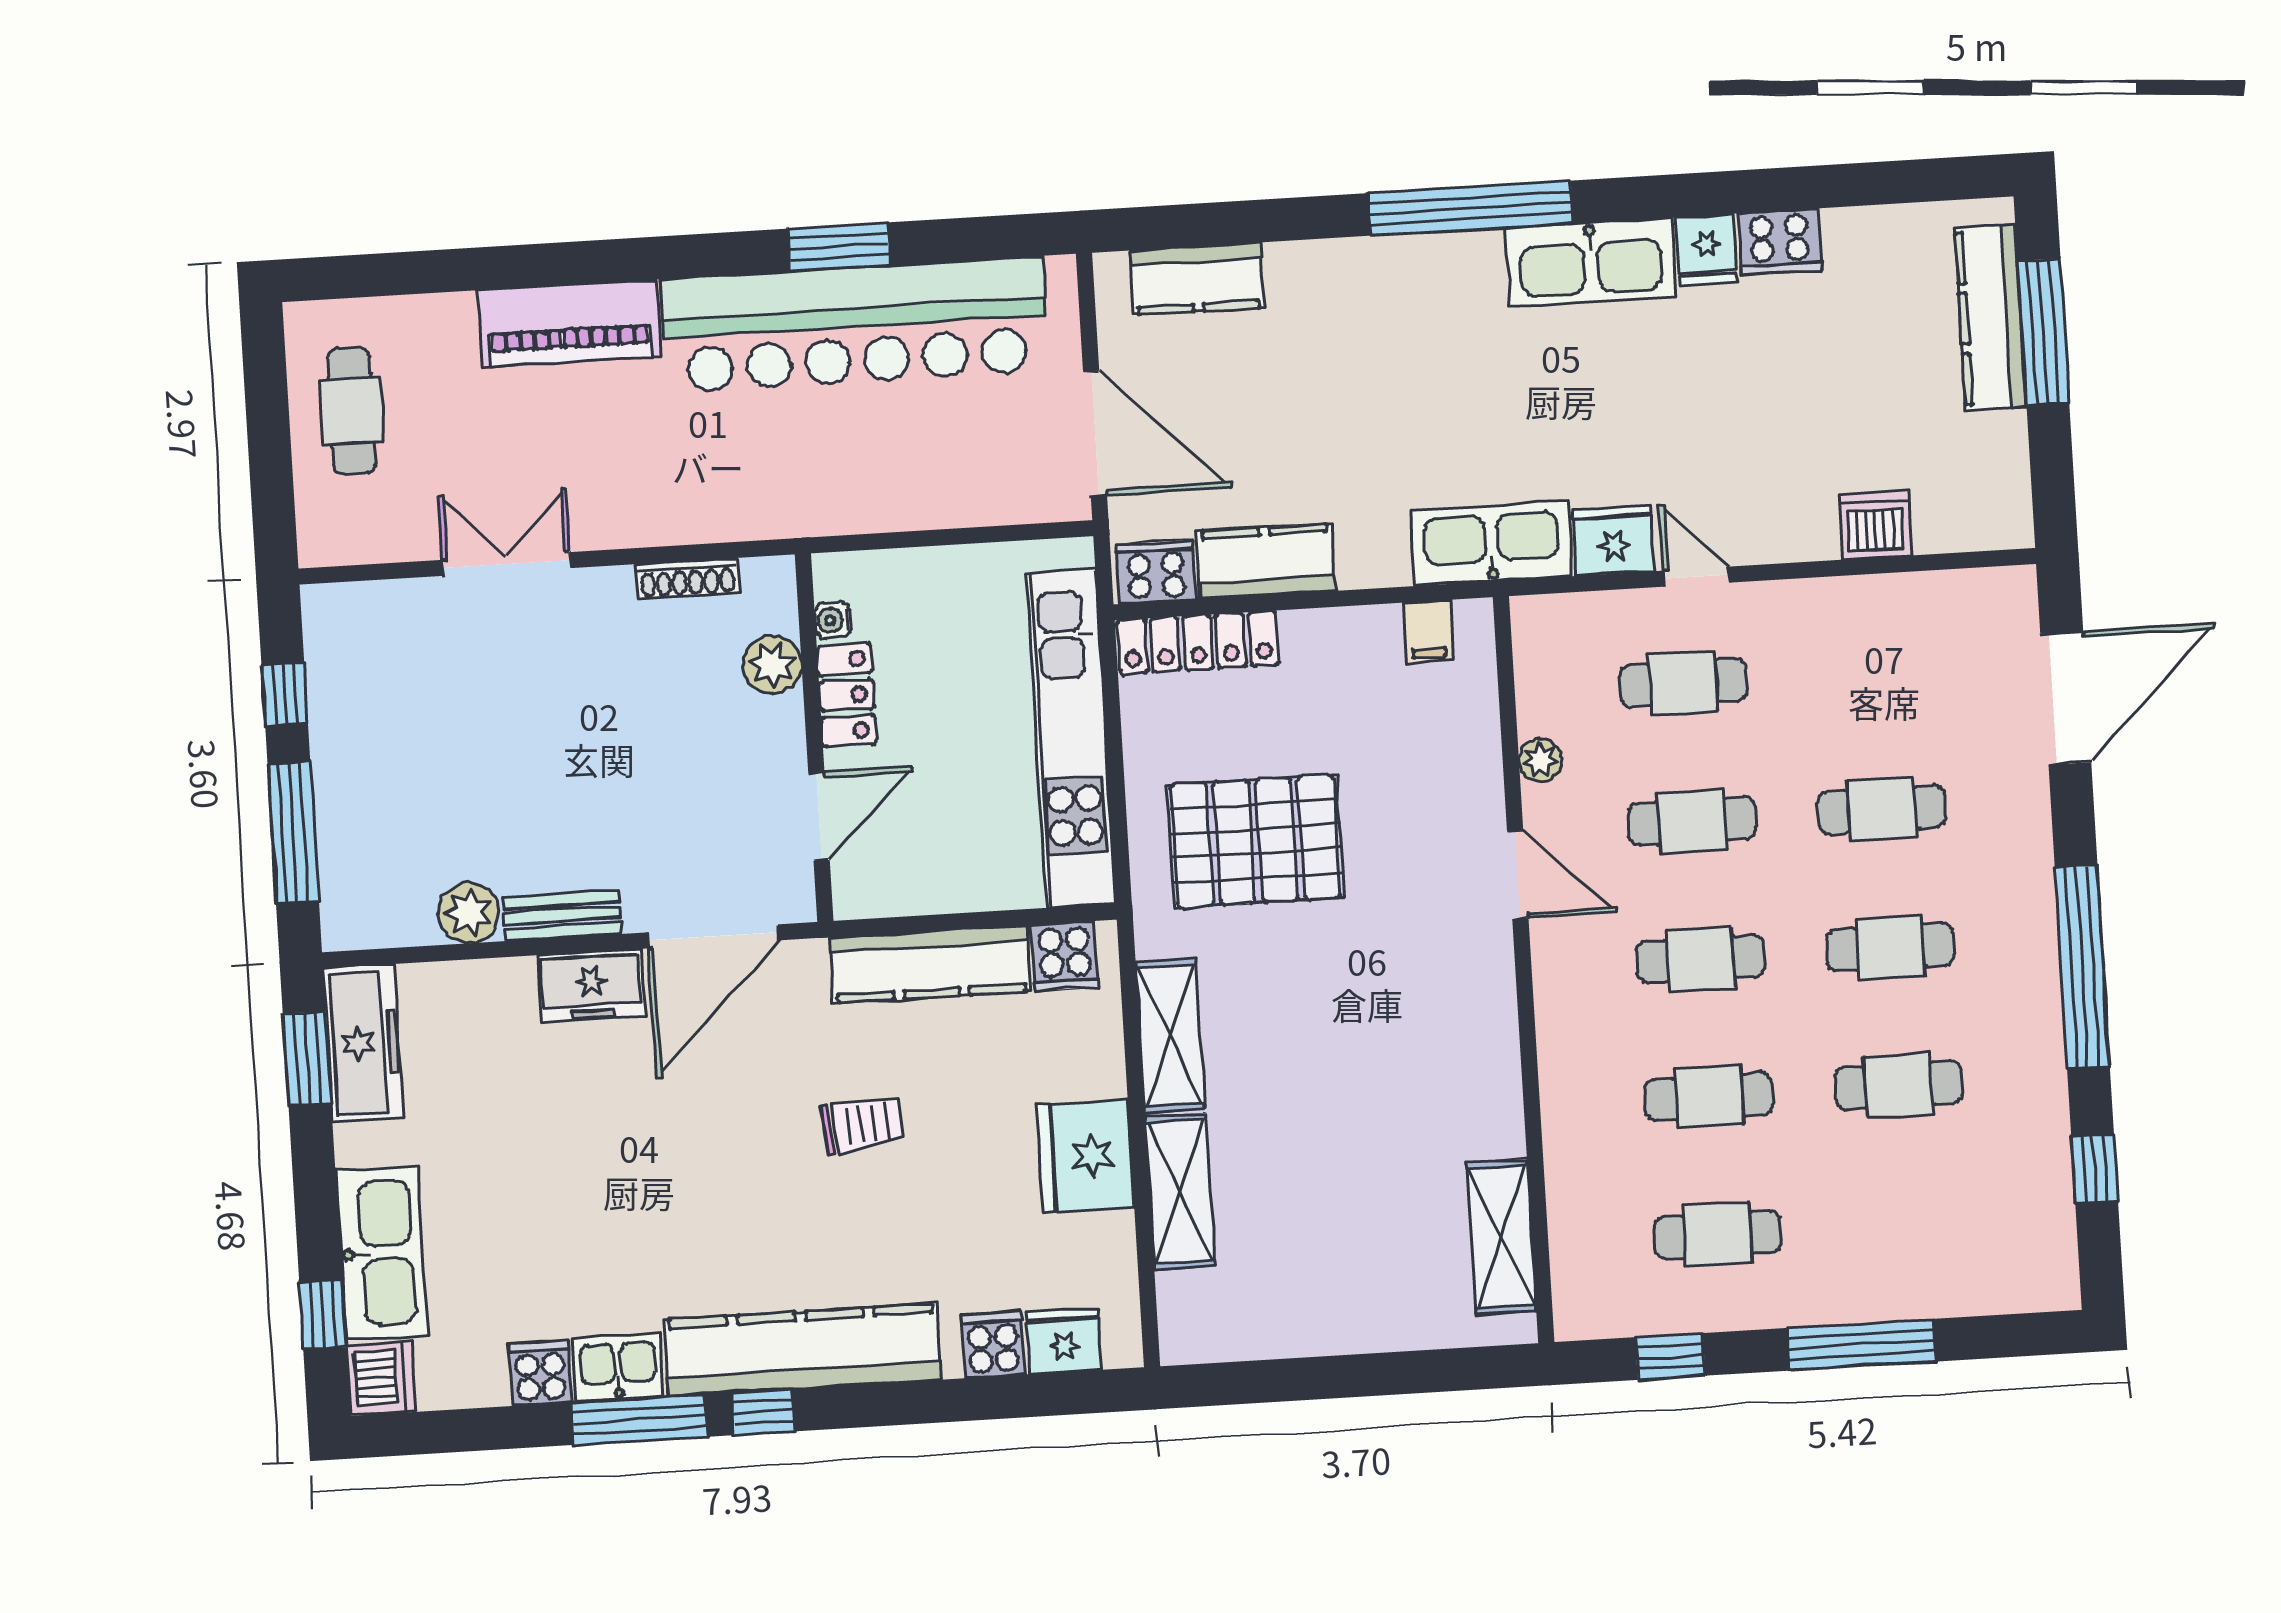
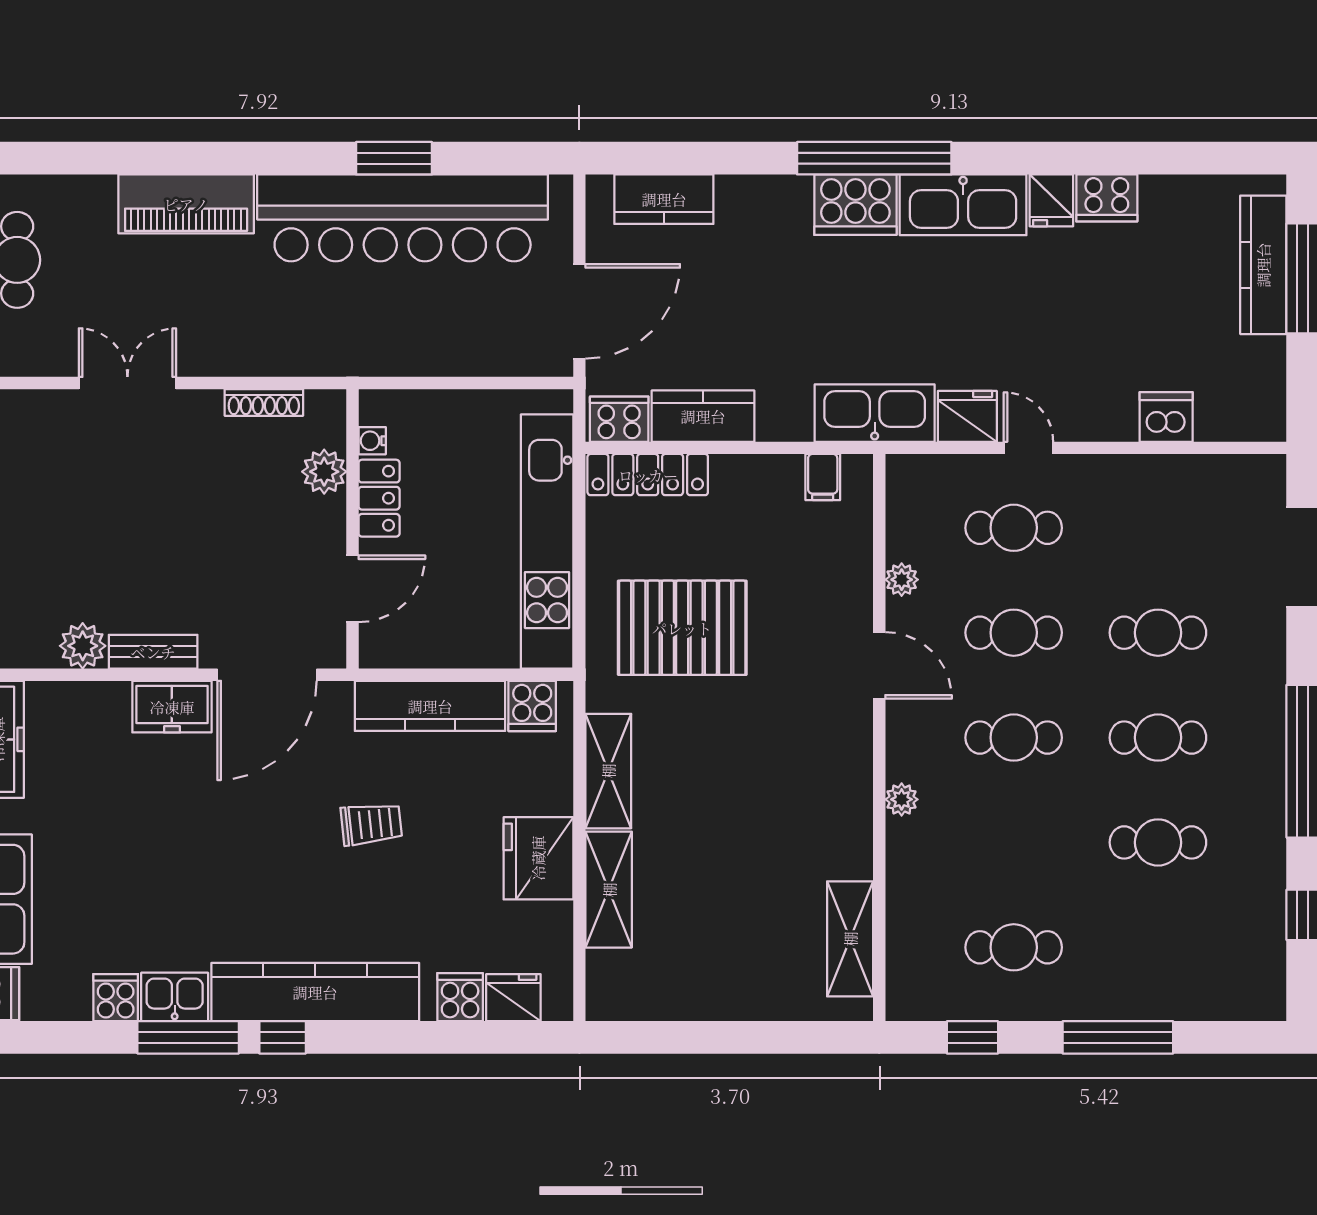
cooker: (1449, 271) -> (855, 205), added
door: (1095, 433) -> (579, 311), hinge flipped
plant: (1558, 1049) -> (902, 799), added
cafe table: (1709, 1097) -> (1014, 842), removed

